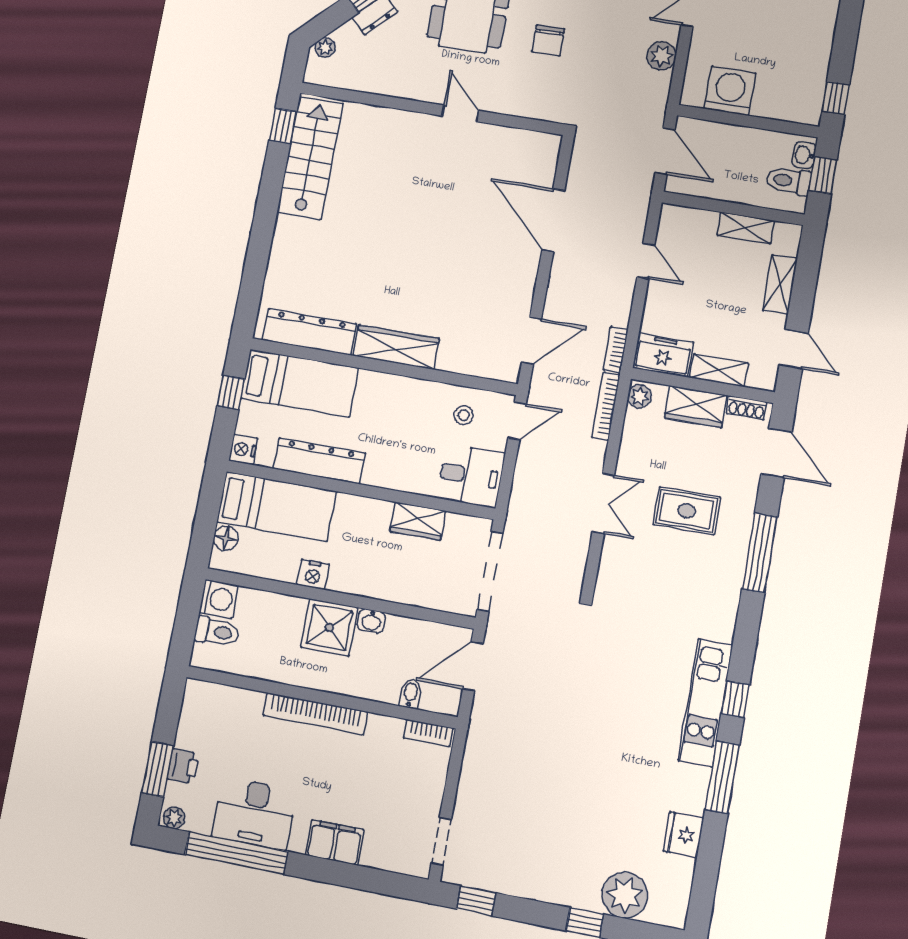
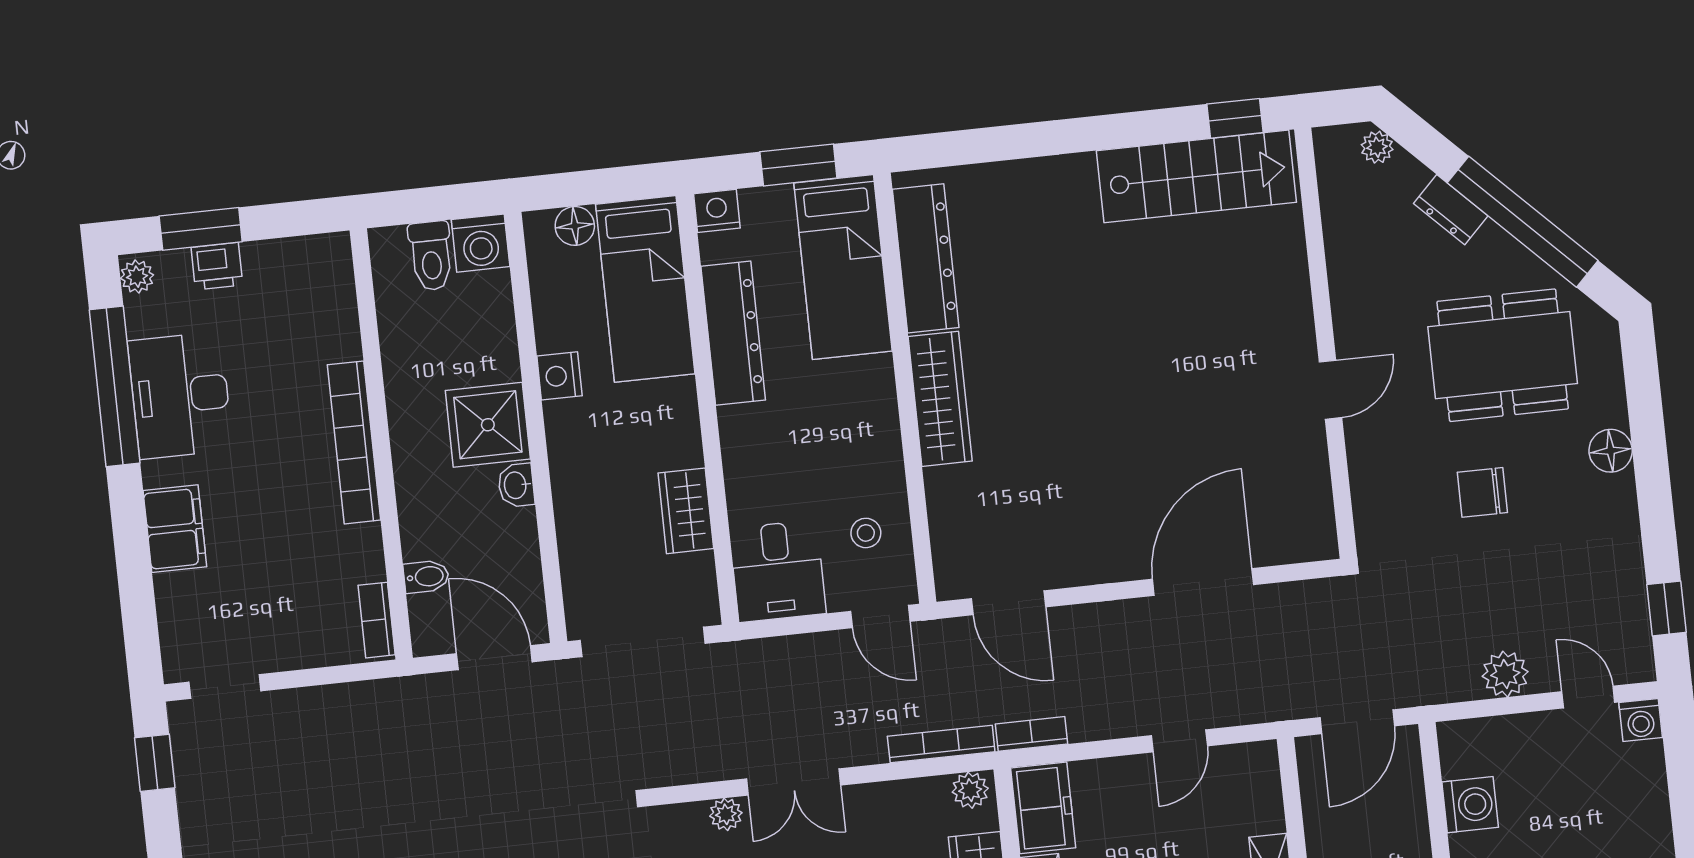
washing machine: (730, 91) -> (1470, 805), width x0.73, depth x0.73
window: (231, 392) -> (798, 165), width x1.50
plant: (611, 551) -> (726, 814), added

